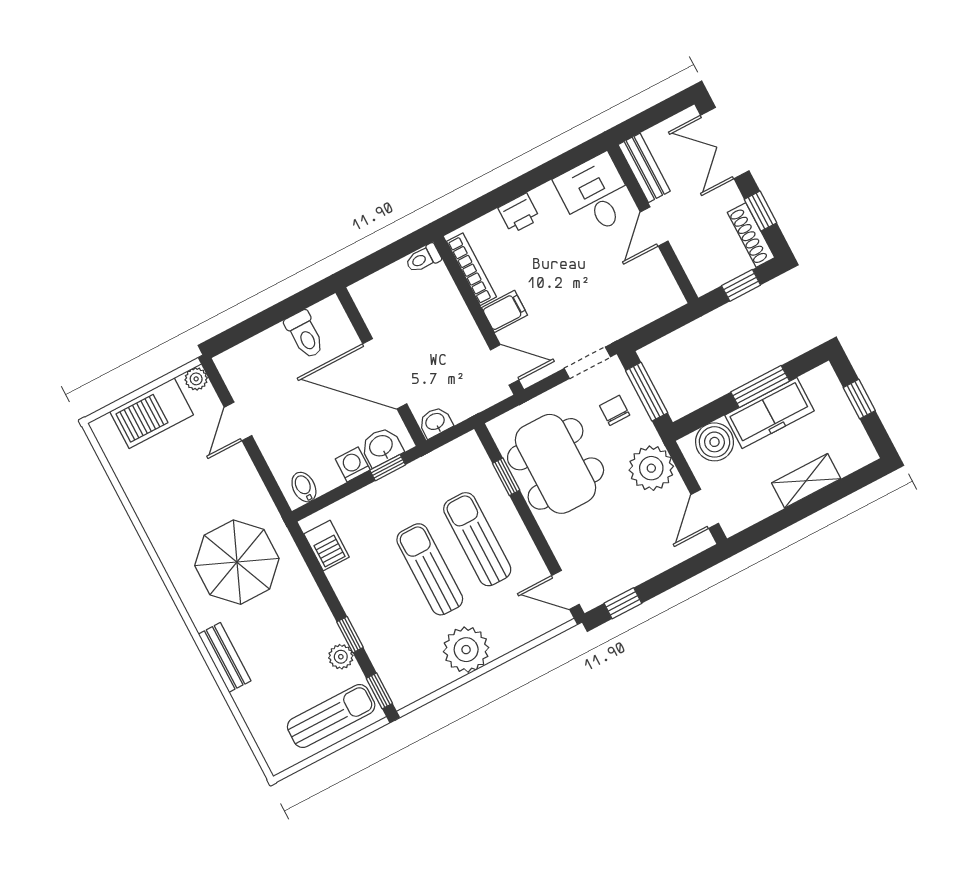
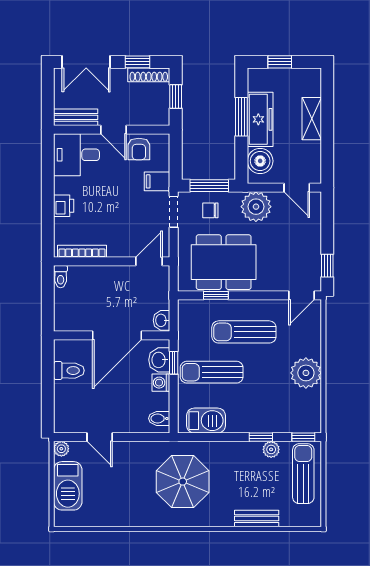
armchair: (646, 273) -> (139, 149), added
filing cabinet: (504, 311) -> (157, 181), moved, turned -90
barbecue: (327, 545) -> (206, 421), width x1.38, depth x1.27
sun lounger: (430, 569) -> (212, 372), moved
bench: (225, 657) -> (257, 519), moved

